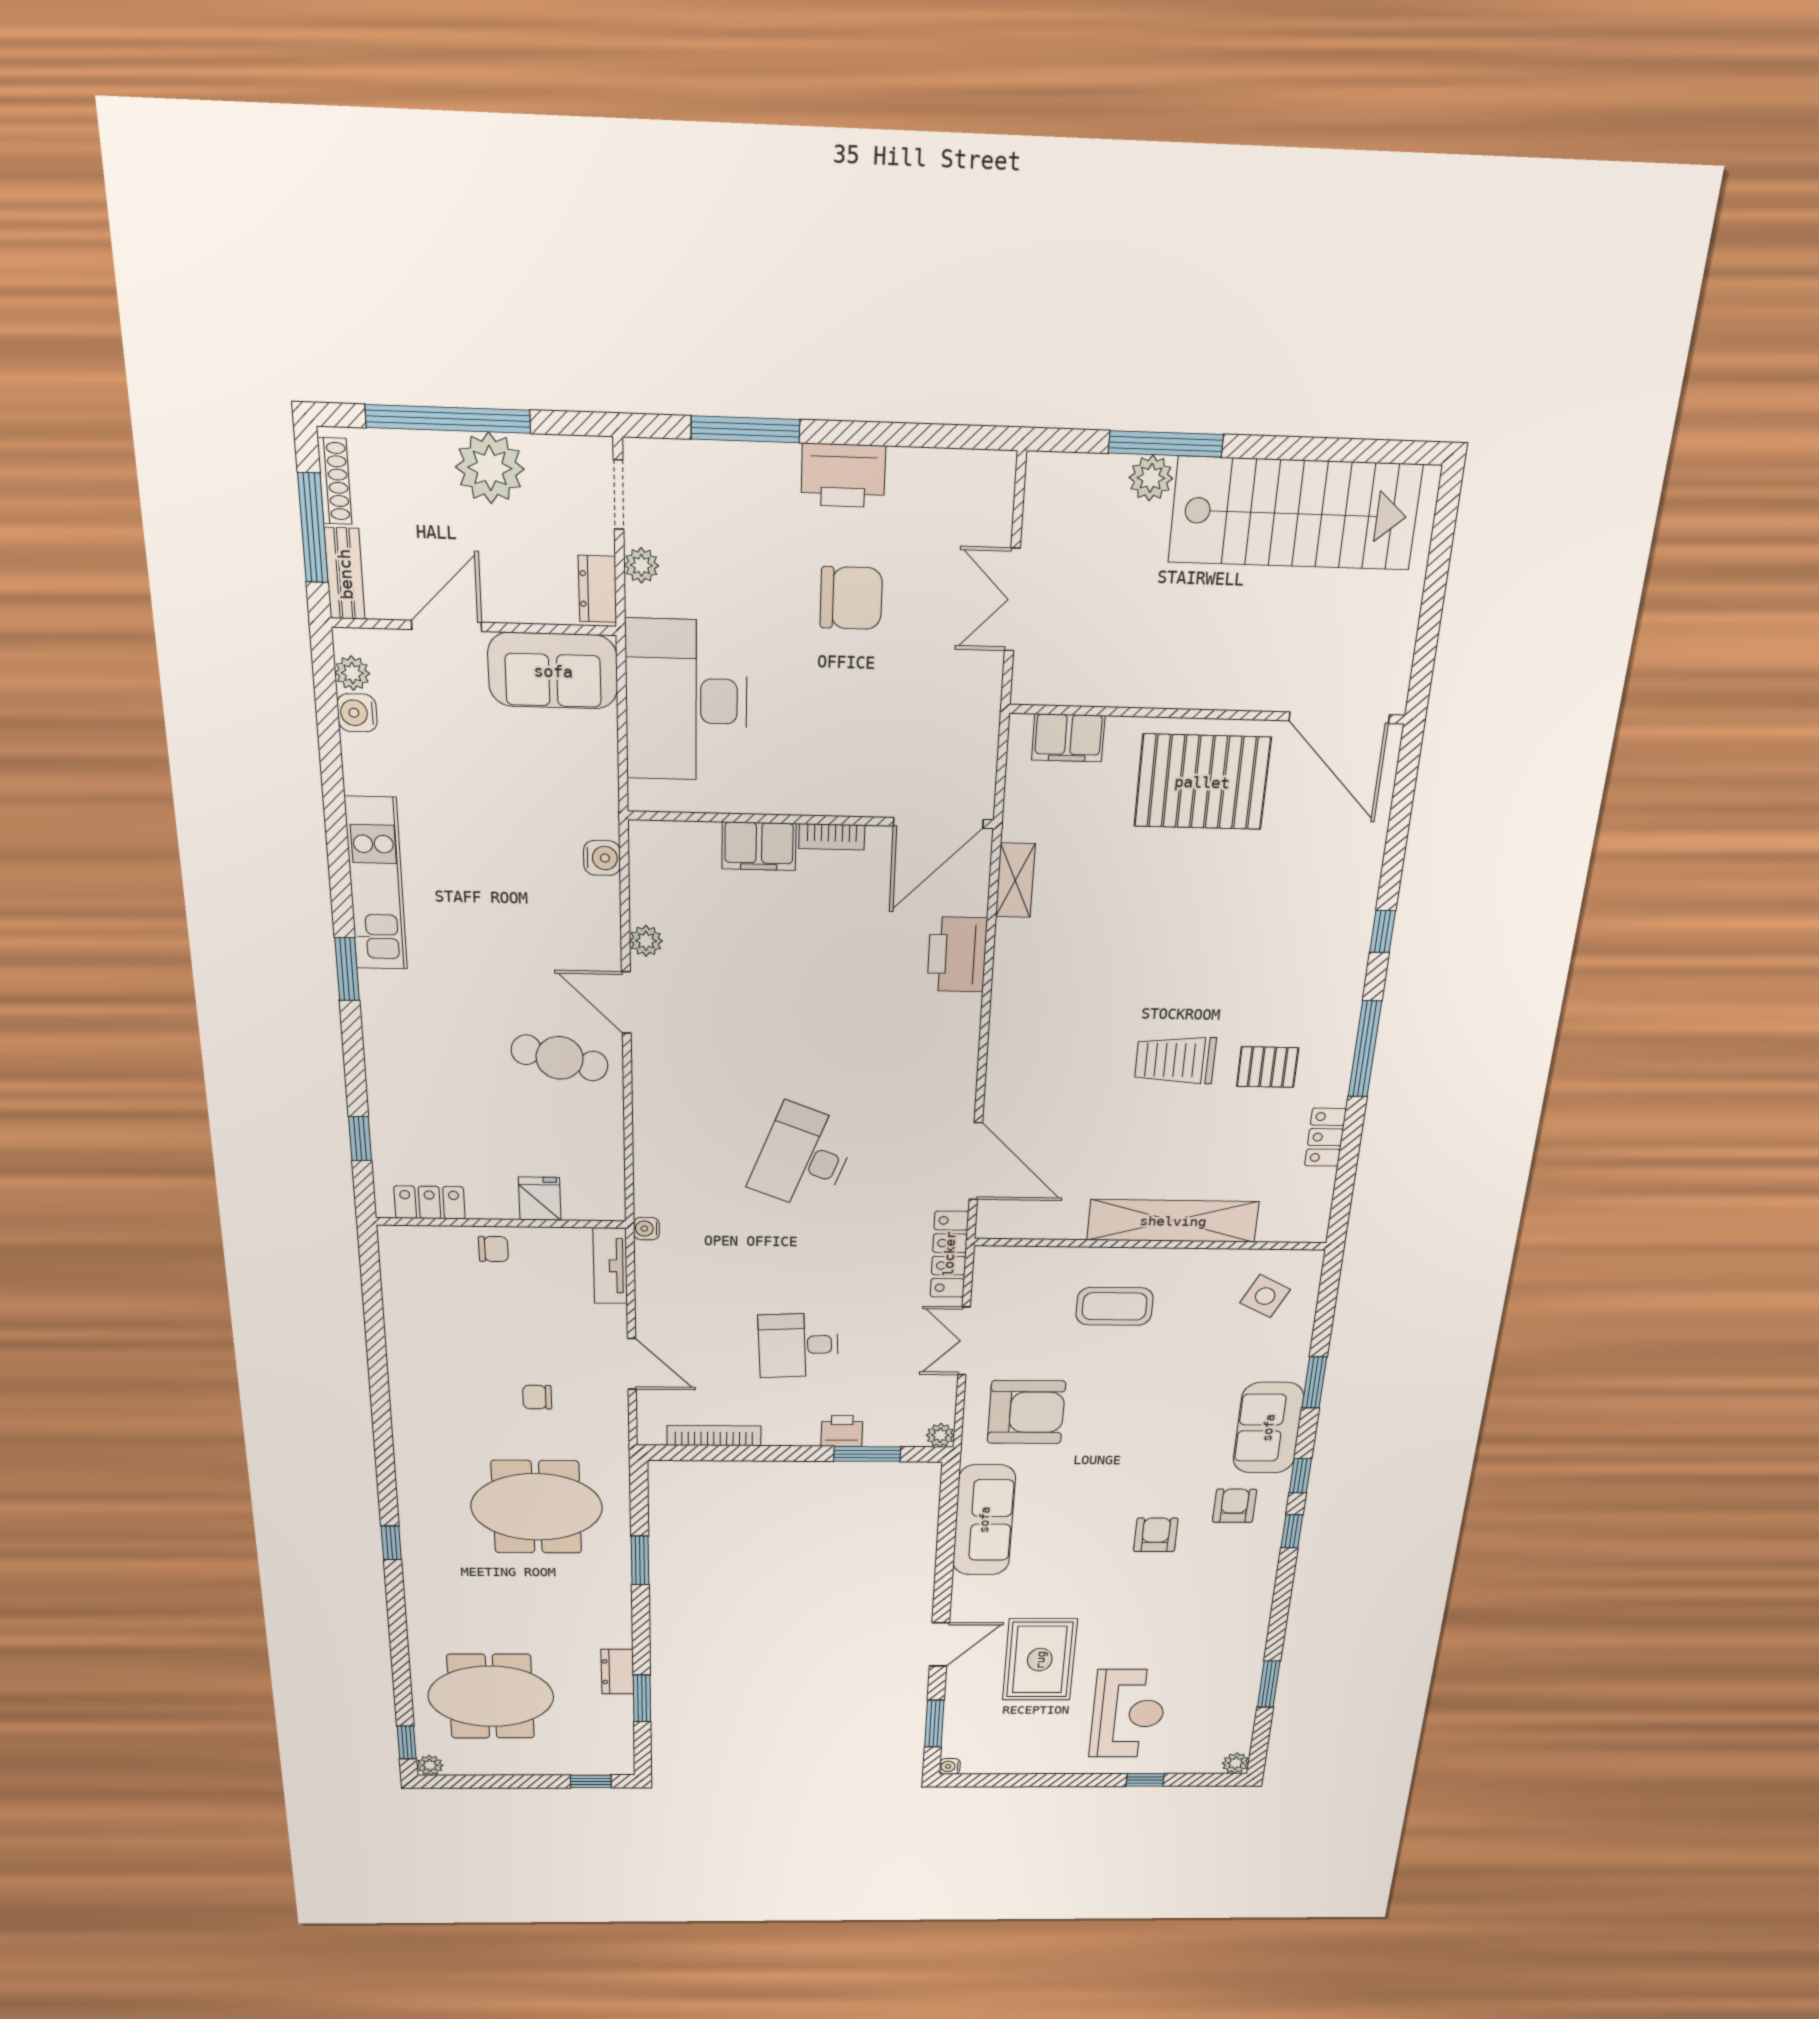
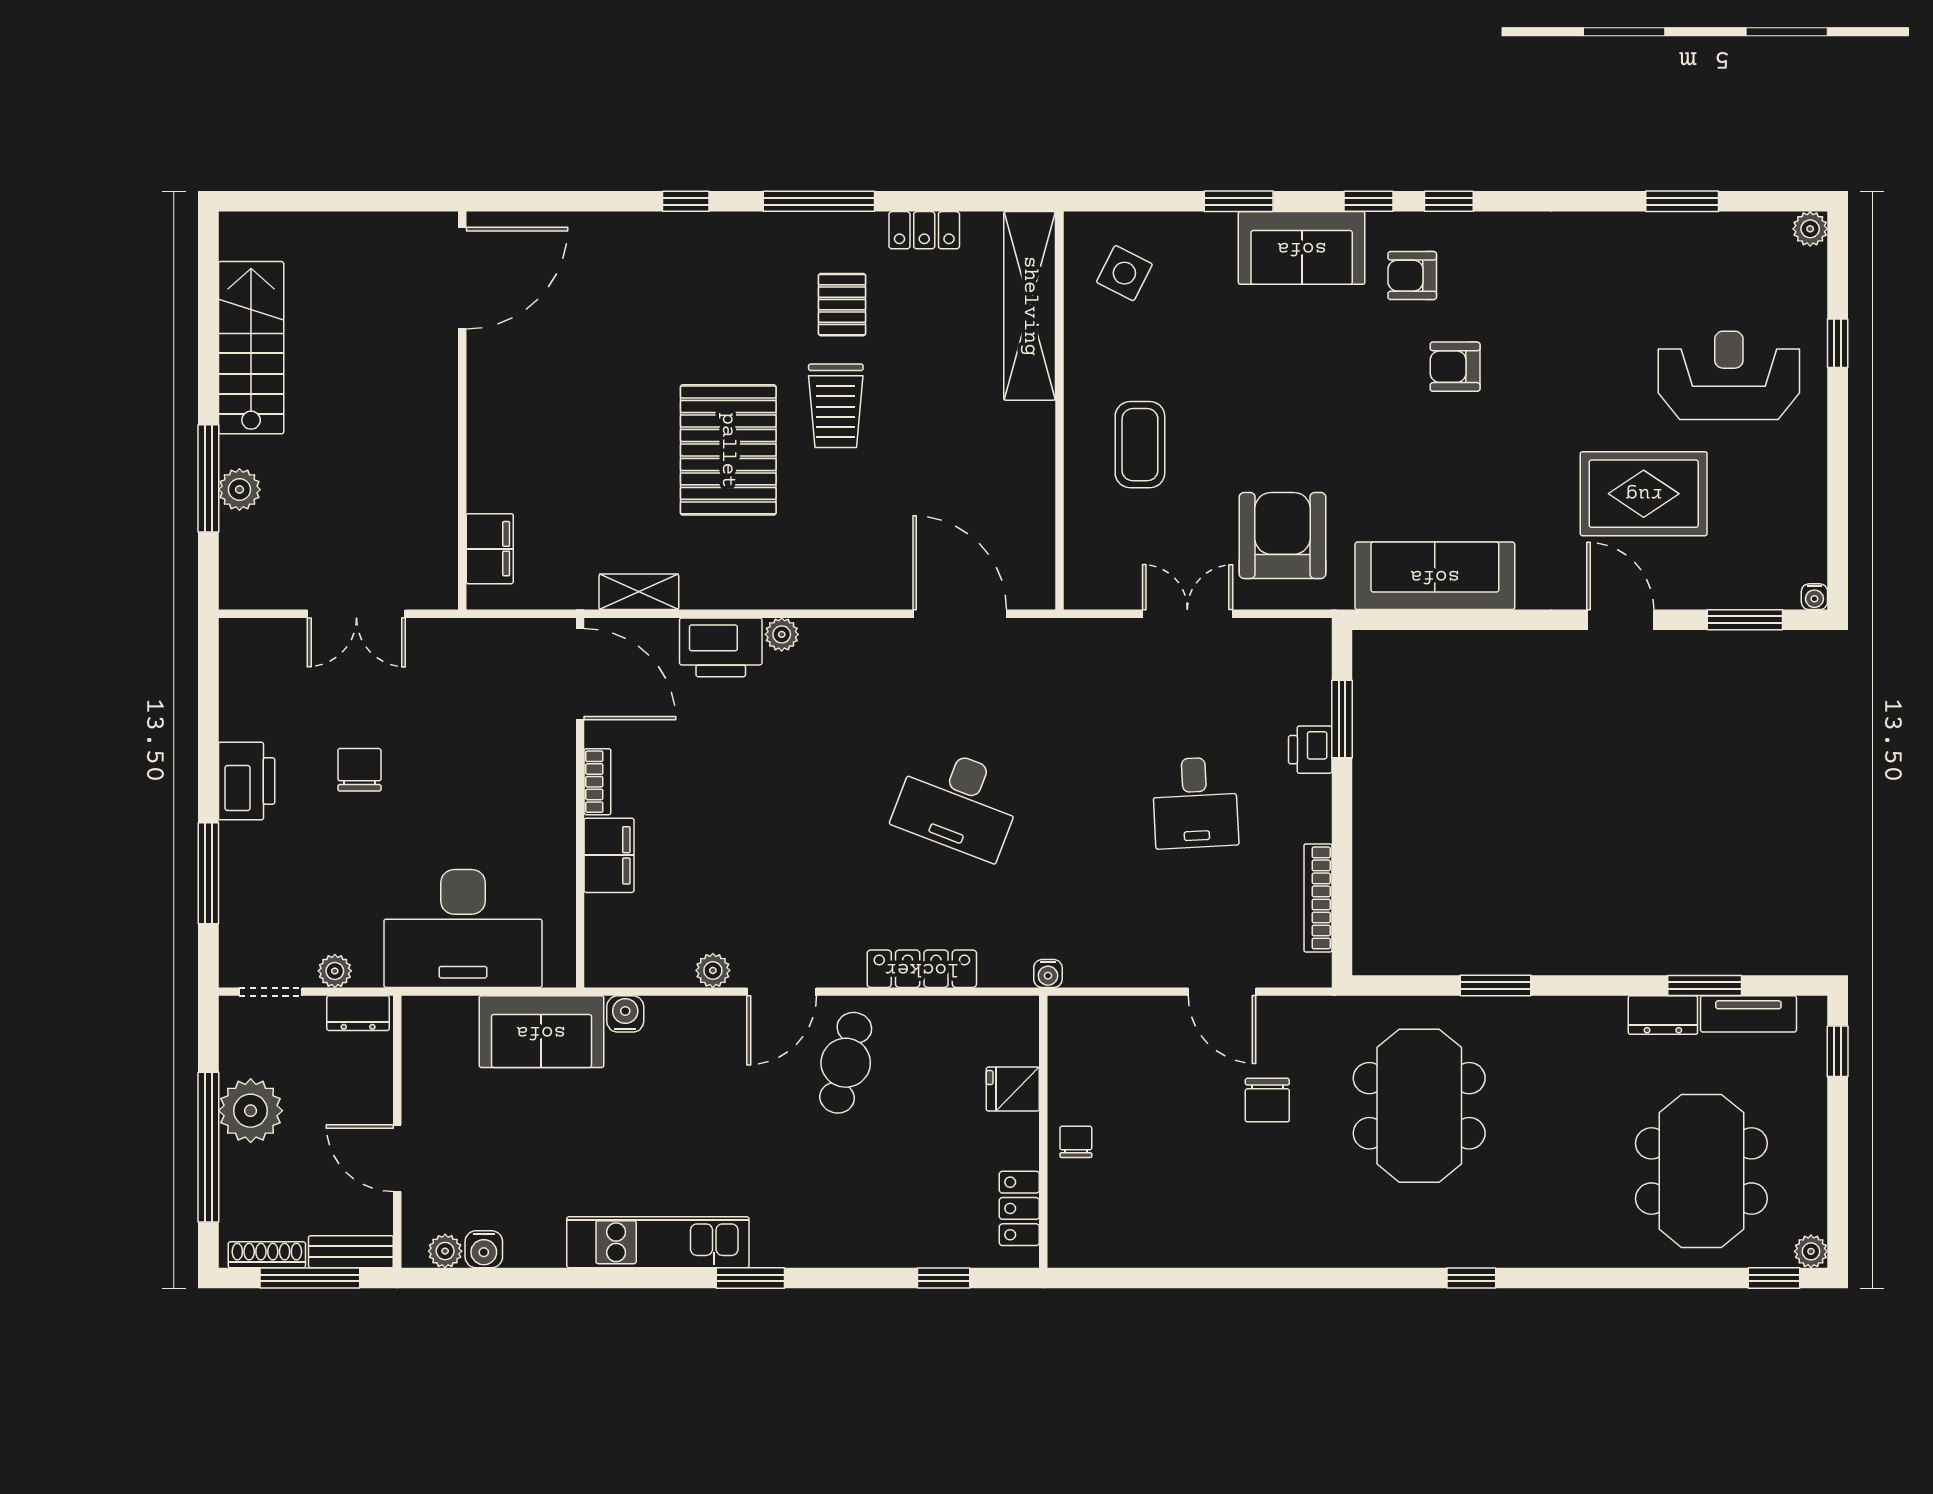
stairs: (1295, 514) -> (251, 348), width x0.73, depth x0.66
chair: (851, 598) -> (359, 770), width x0.73, depth x0.73
sofa: (553, 671) -> (541, 1032), moved, turned 90
pallet: (1202, 782) -> (728, 450), moved
door: (976, 1161) -> (960, 614), hinge flipped
shelving: (1173, 1221) -> (1030, 306), moved
locker: (949, 1254) -> (922, 969), moved, turned 180
tv unit: (610, 1266) -> (1748, 1014), moved
double door: (964, 1341) -> (1187, 614), swing flipped
door: (632, 1364) -> (1222, 992), swing flipped
chair: (537, 1397) -> (1267, 1100), width x1.37, depth x1.37
plant: (940, 1435) -> (782, 634), moved

